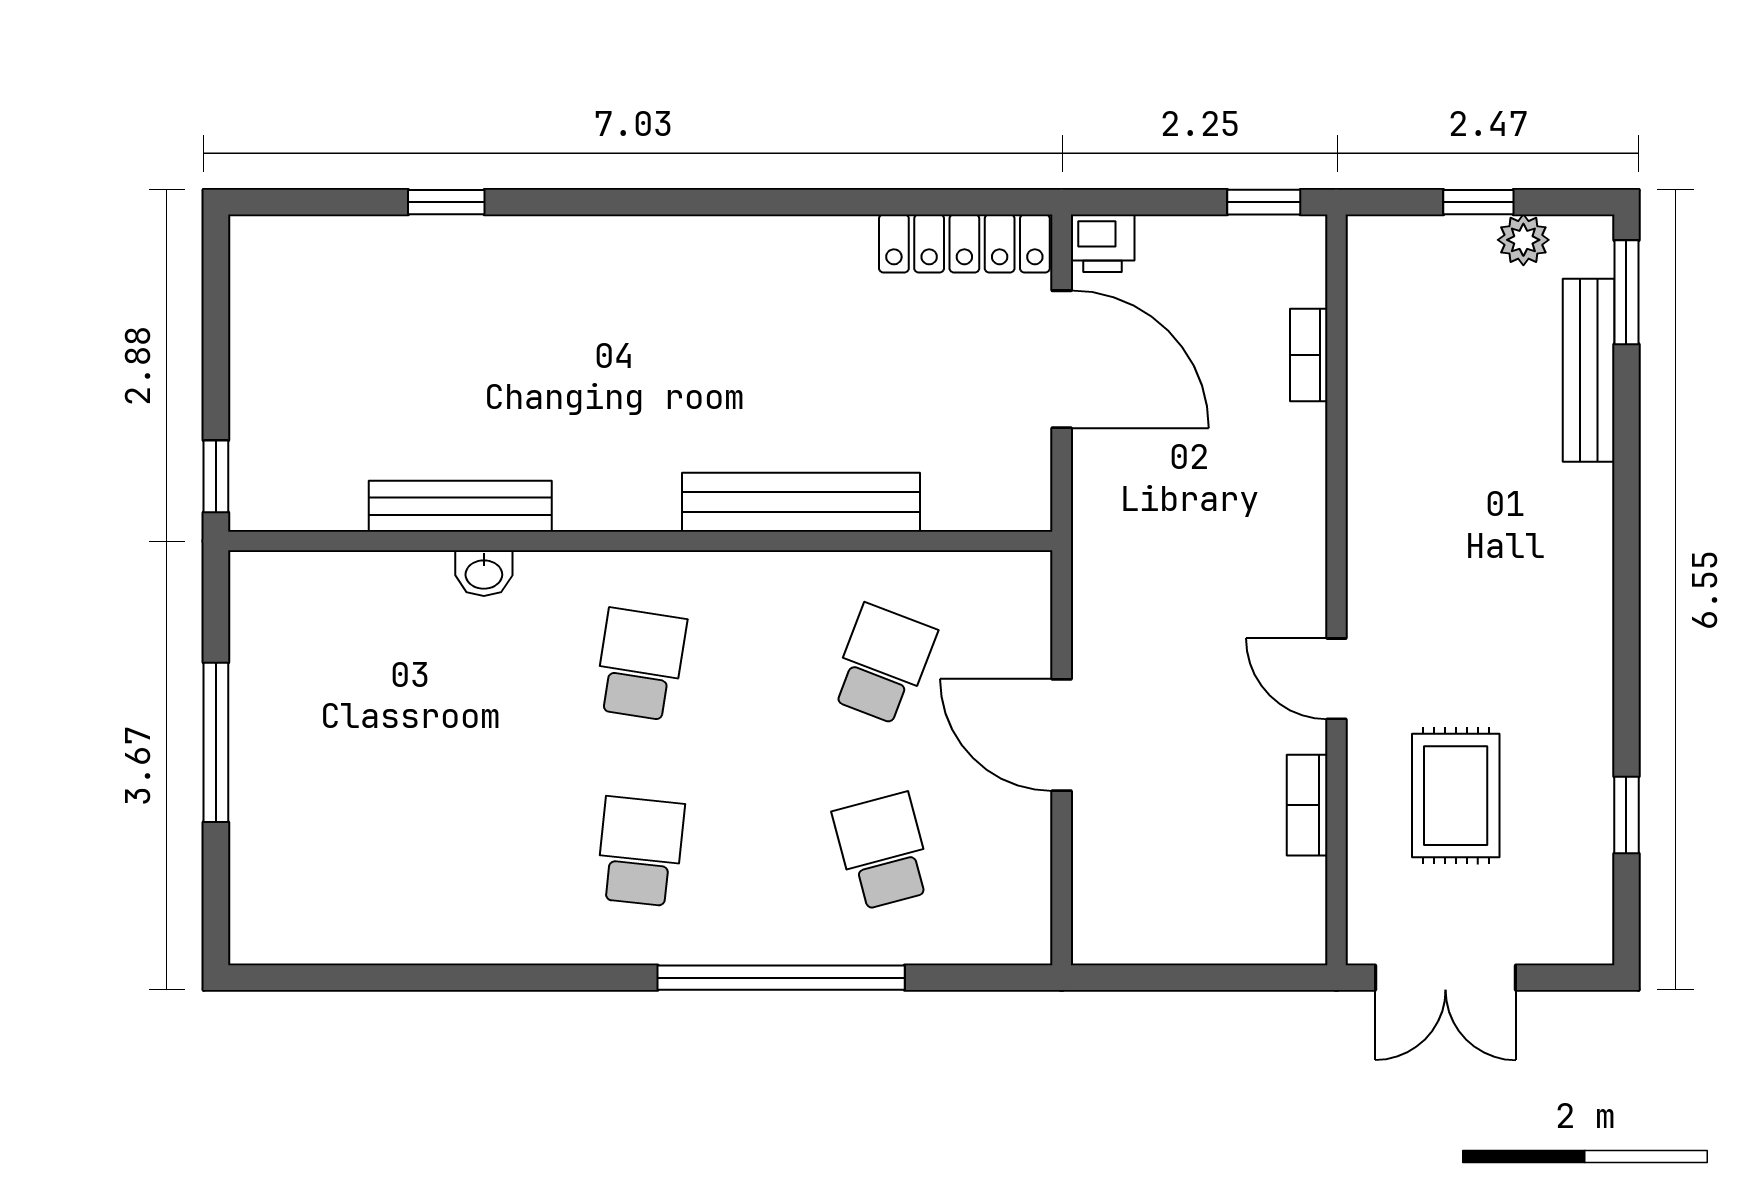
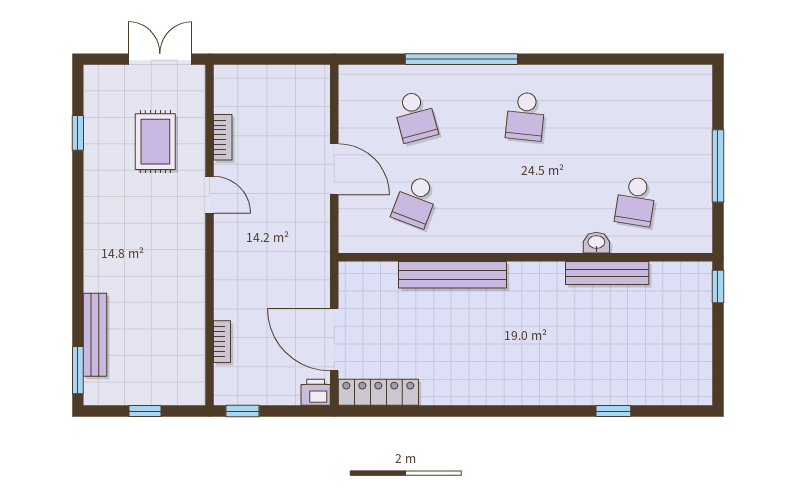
plant: (1523, 240) -> (125, 394), removed
school desk: (640, 664) -> (636, 201), moved

